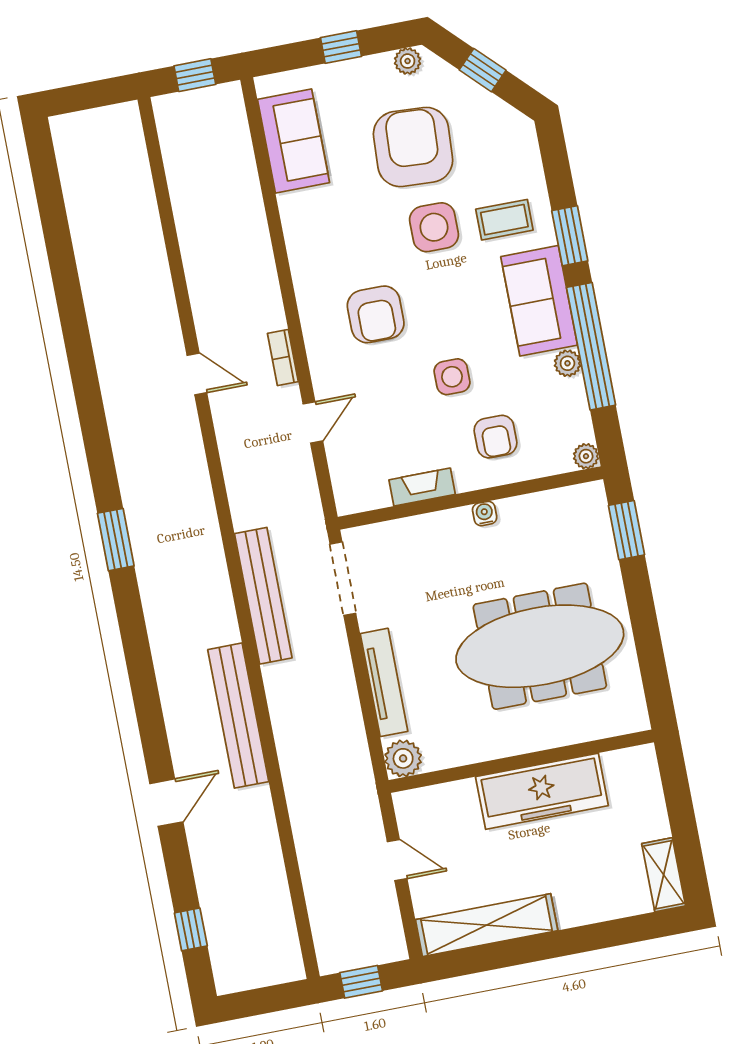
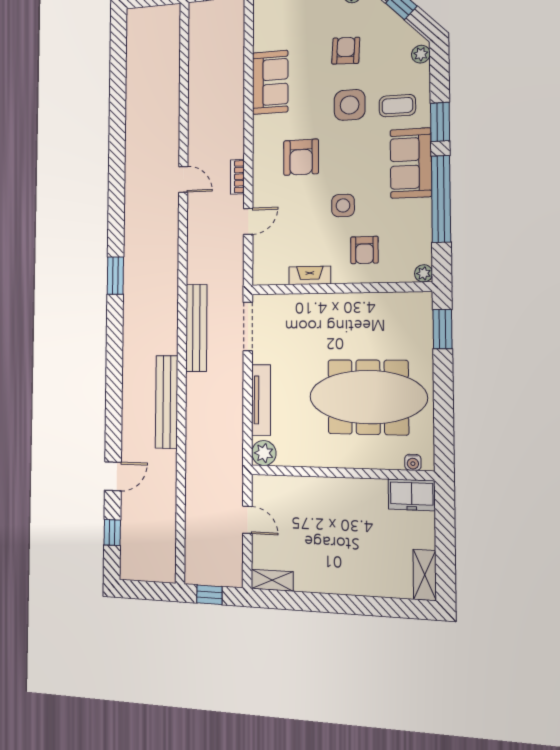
sofa: (293, 141) -> (270, 82), moved
armchair: (413, 147) -> (346, 51), width x0.53, depth x0.53
plant: (567, 363) -> (421, 54), moved
water cooler: (485, 514) -> (413, 462), moved, turned 180
freezer: (542, 791) -> (412, 495), moved, width x0.52, depth x0.79
door: (166, 803) -> (113, 476), moved
shelving: (487, 925) -> (272, 580), width x0.45, depth x0.75

